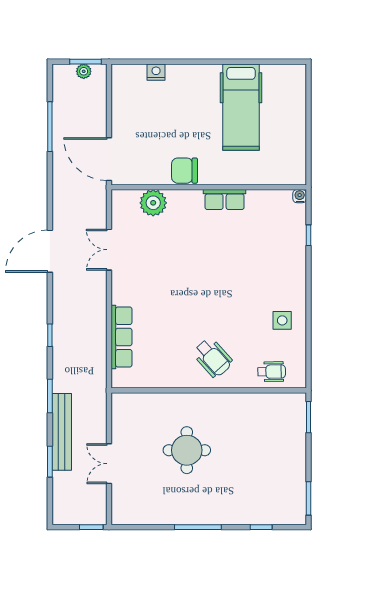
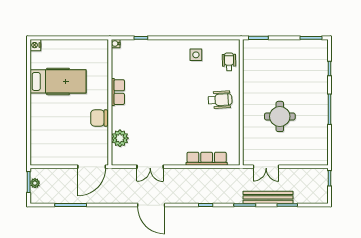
nightstand: (156, 72) -> (35, 45), moved
chair: (184, 171) -> (99, 118), turned 90
wheelchair: (213, 358) -> (220, 100), turned 39
double door: (109, 464) -> (266, 167), moved

